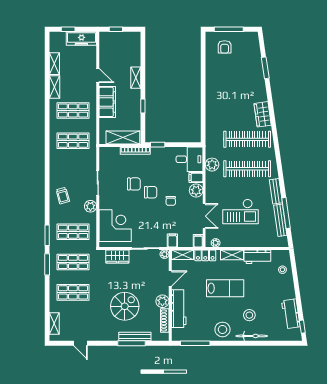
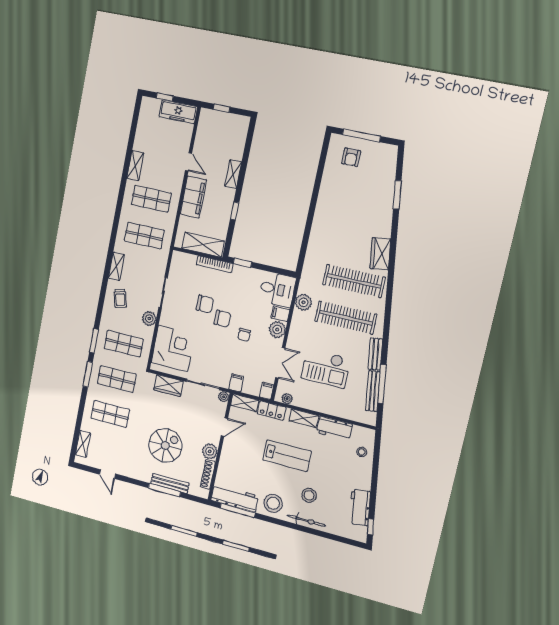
shelving: (54, 64) -> (116, 266), moved
workbench: (179, 309) -> (235, 498), moved, turned -90

